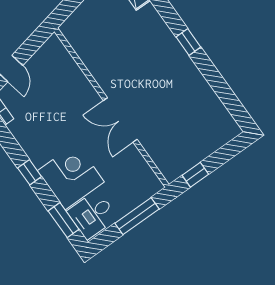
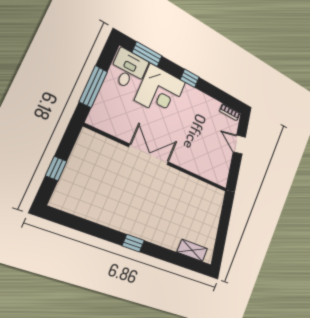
window: (195, 175) -> (56, 168), moved

